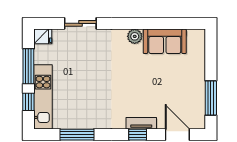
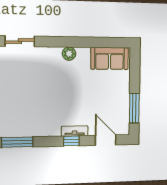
sofa: (165, 41) -> (110, 58), moved

